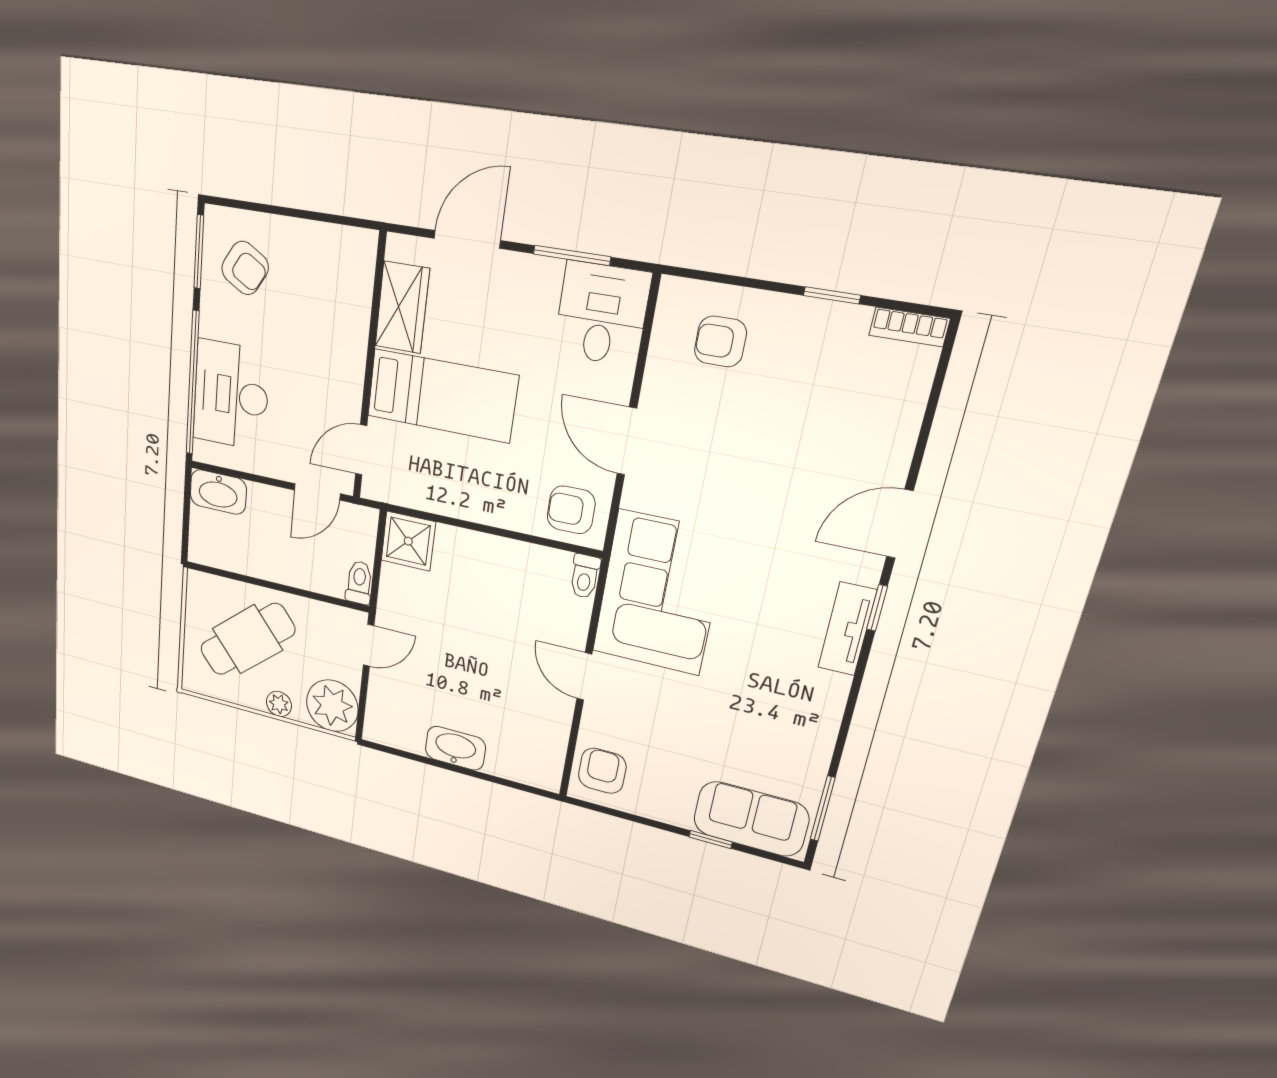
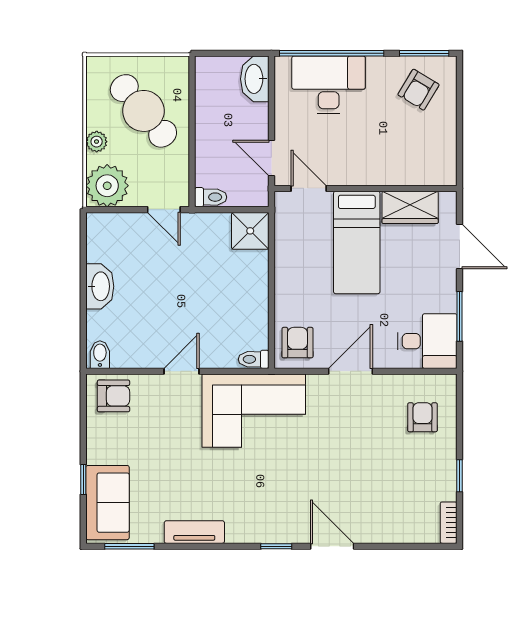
tv unit: (847, 629) -> (194, 532), moved
bidet: (544, 772) -> (100, 355), added

